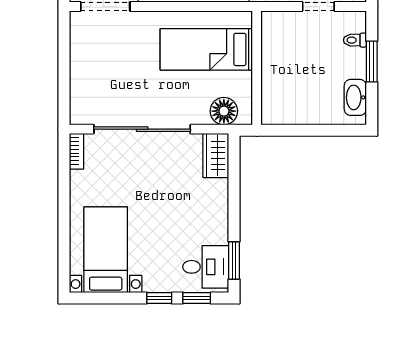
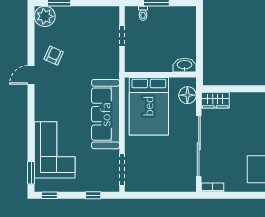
bed: (206, 49) -> (149, 106), width x1.50
washbasin: (355, 97) -> (185, 65), moved, turned 180

